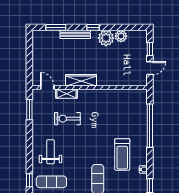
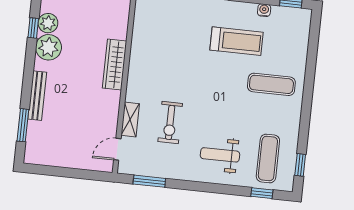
window: (93, 27) -> (33, 28), moved
wardrobe: (81, 80) -> (115, 65), moved

